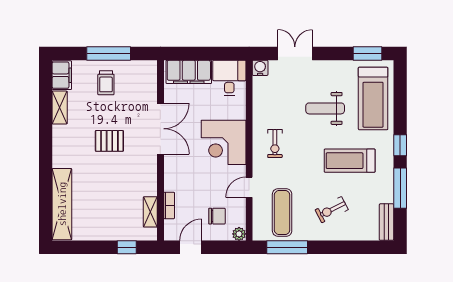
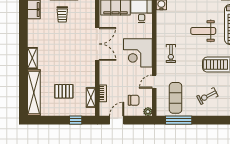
shelving: (60, 108) -> (32, 58), moved
pallet: (109, 141) -> (64, 91), moved

